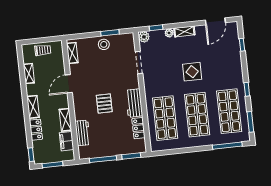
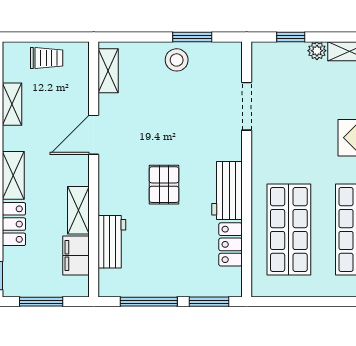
plant: (144, 37) -> (263, 53), removed

